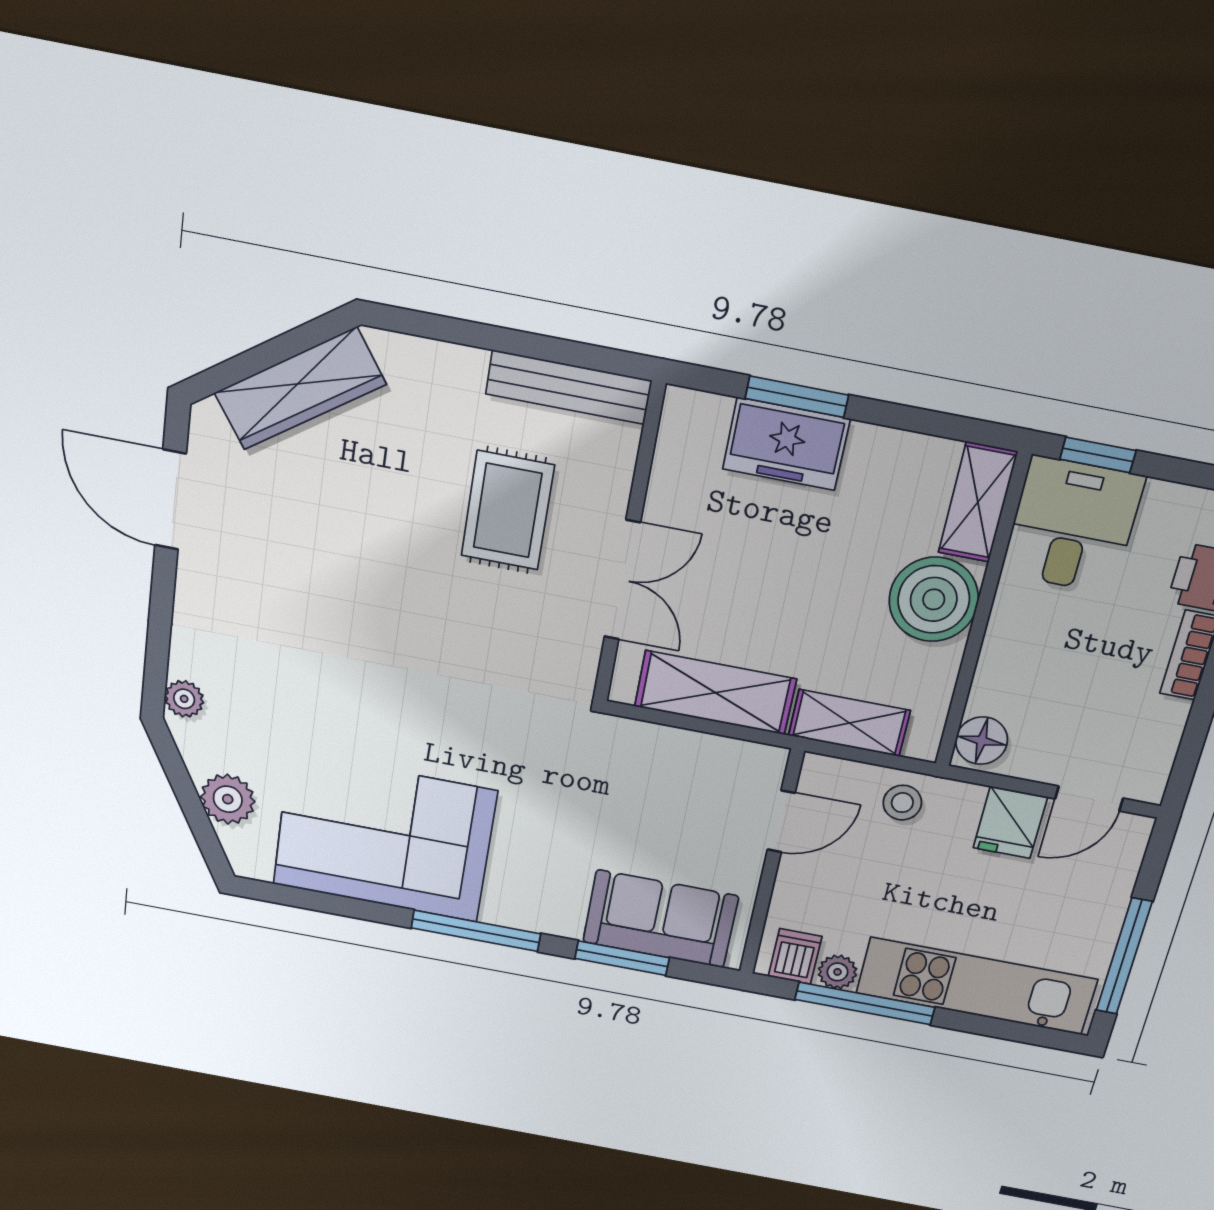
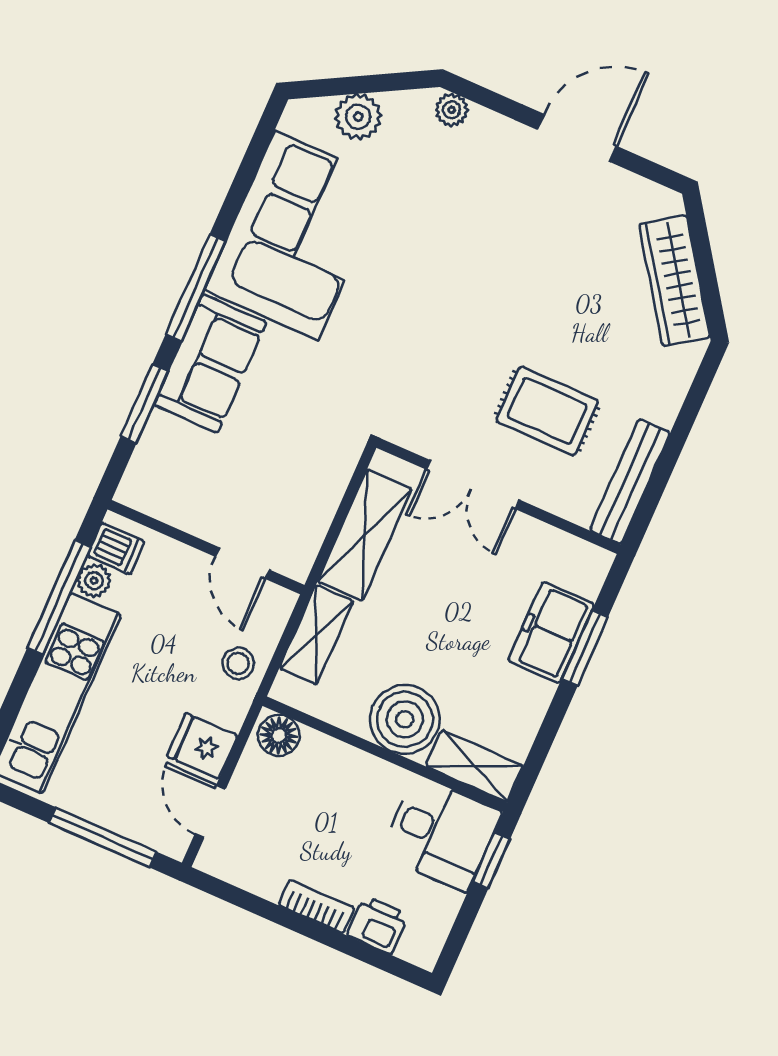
door: (170, 500) -> (577, 138), moved
sofa: (660, 919) -> (210, 364), moved
window: (1124, 956) -> (103, 837), moved

